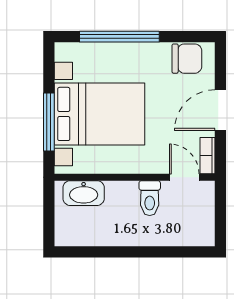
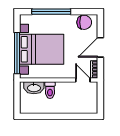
window: (49, 122) -> (17, 53), width x1.46
toilet: (150, 198) -> (50, 90), moved

